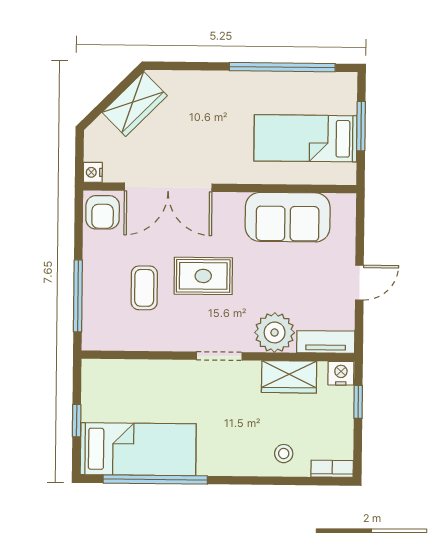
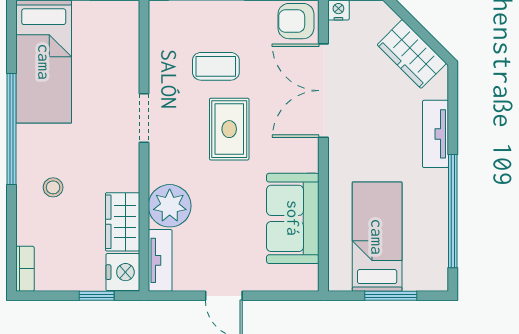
tv unit: (210, 83) -> (436, 134), added
doorway: (219, 356) -> (144, 118), moved
nightstand: (341, 373) -> (123, 272), width x1.36, depth x1.33
stool: (284, 454) -> (53, 187), moved
window: (155, 479) -> (12, 129), moved

